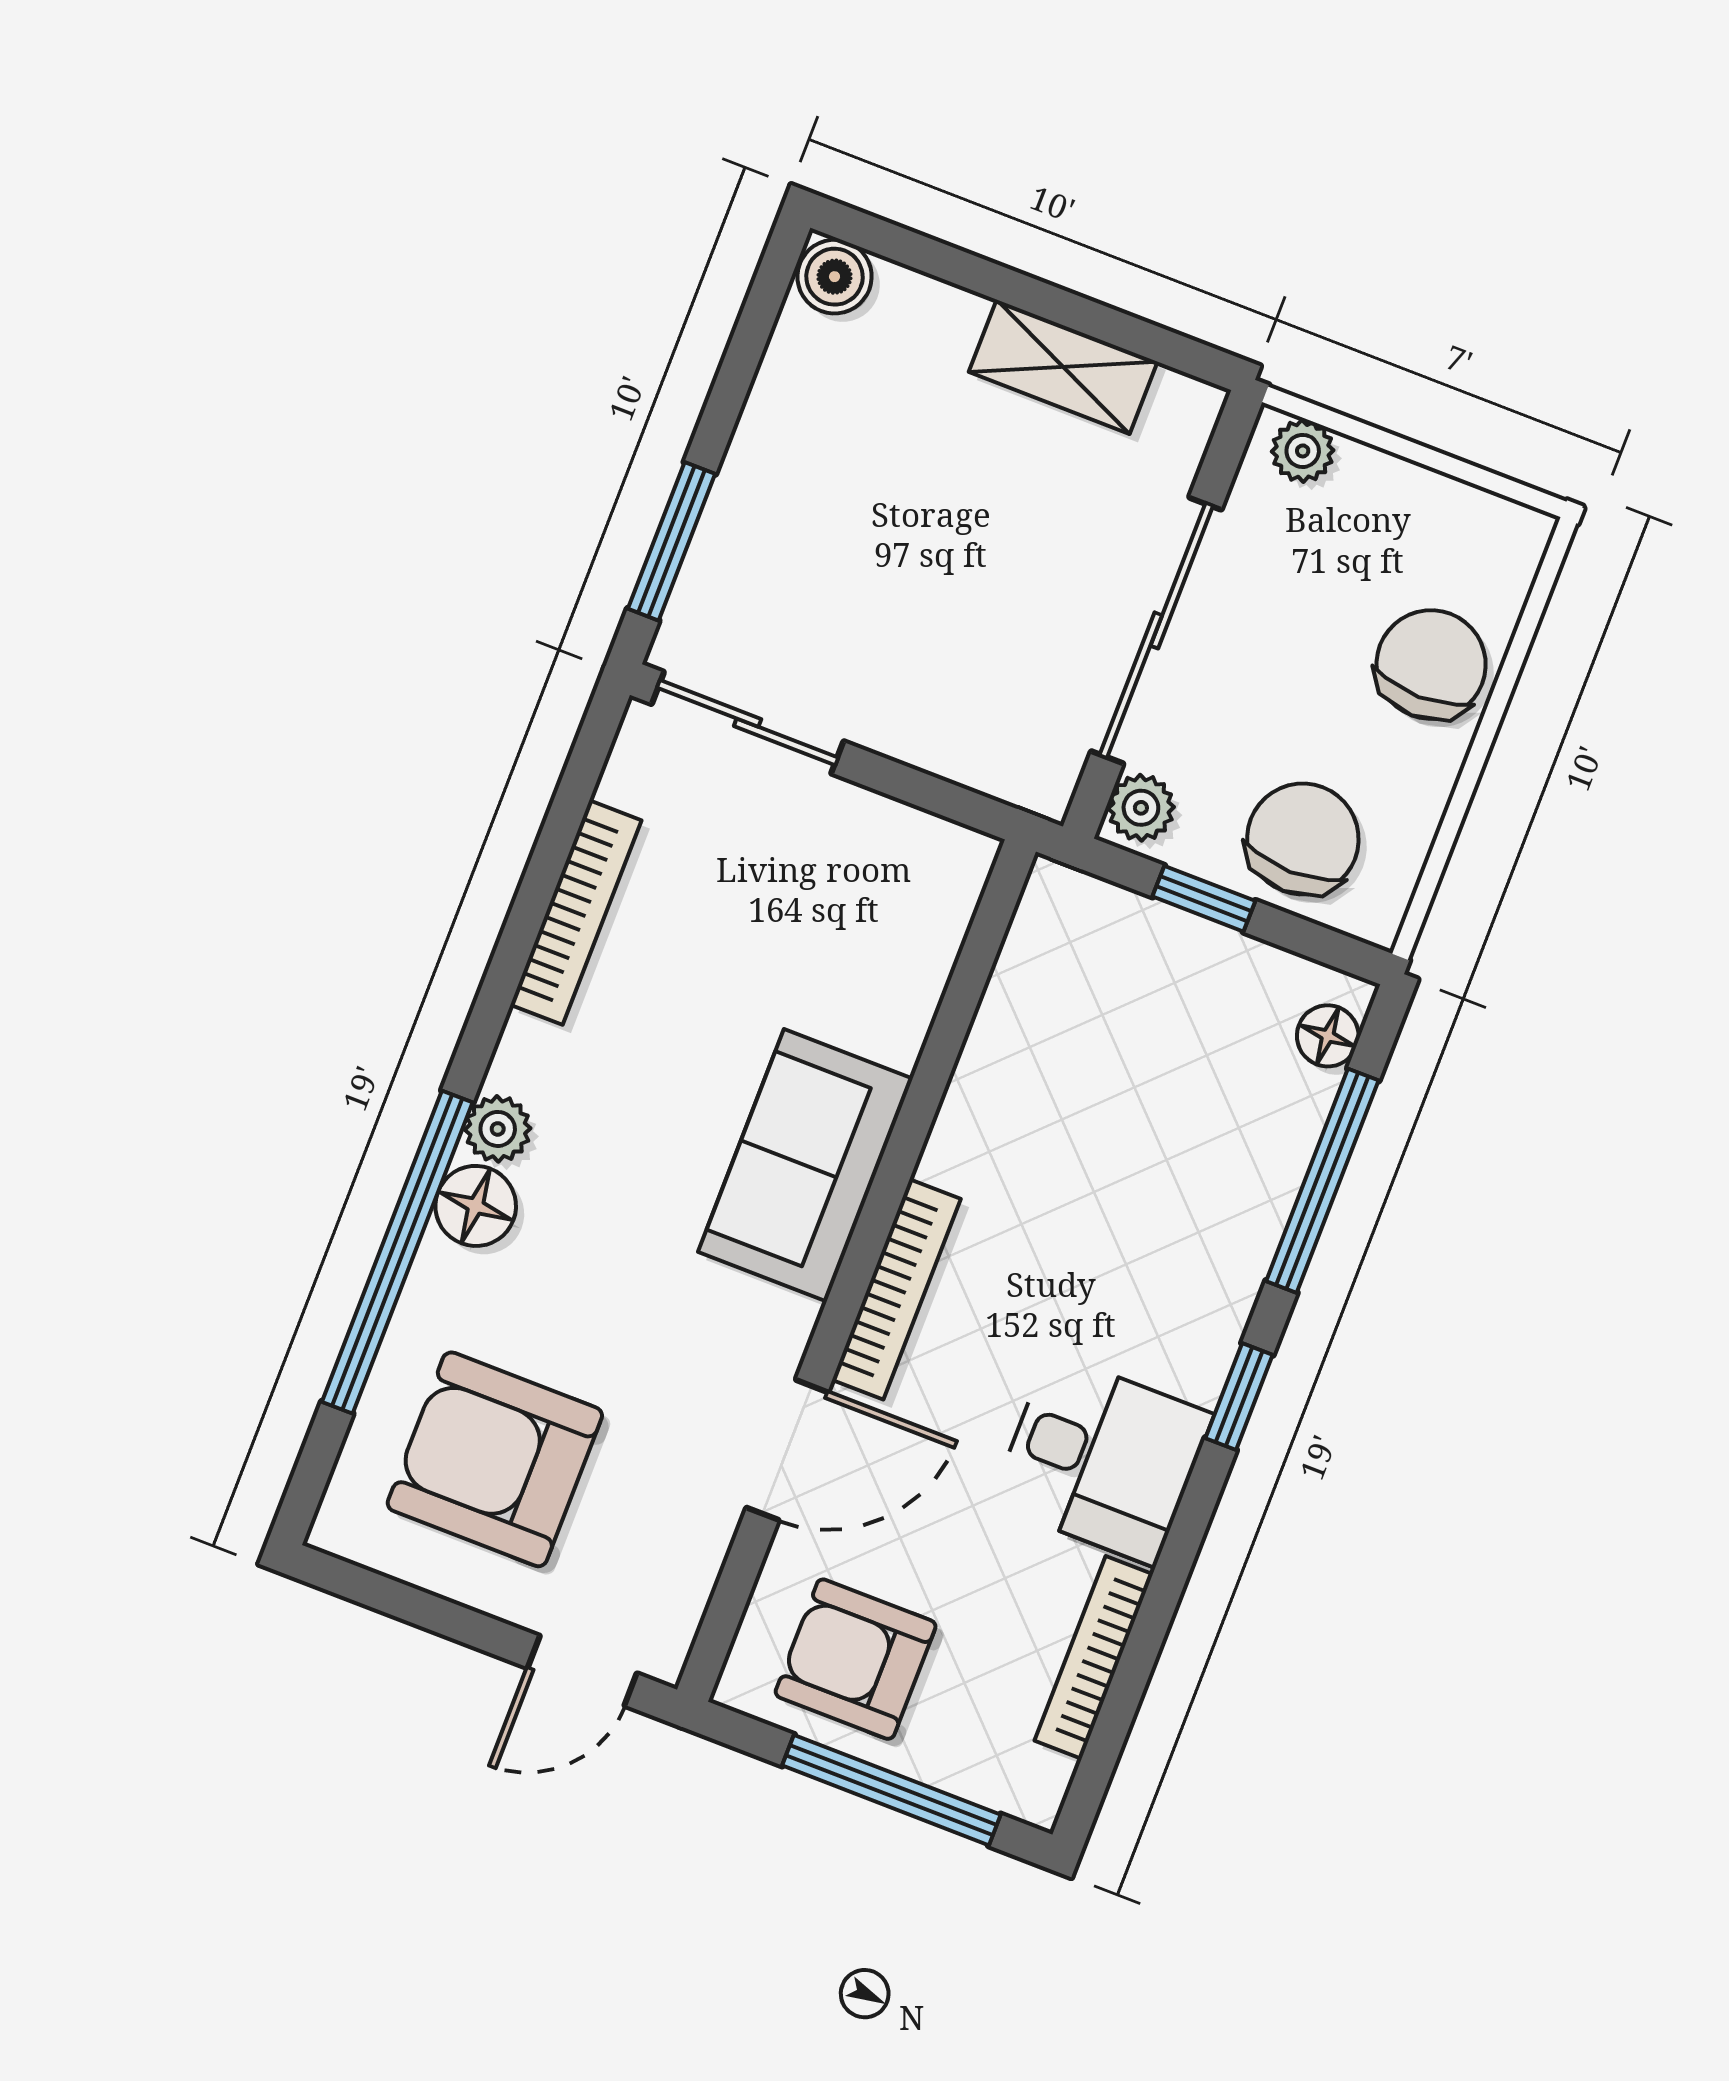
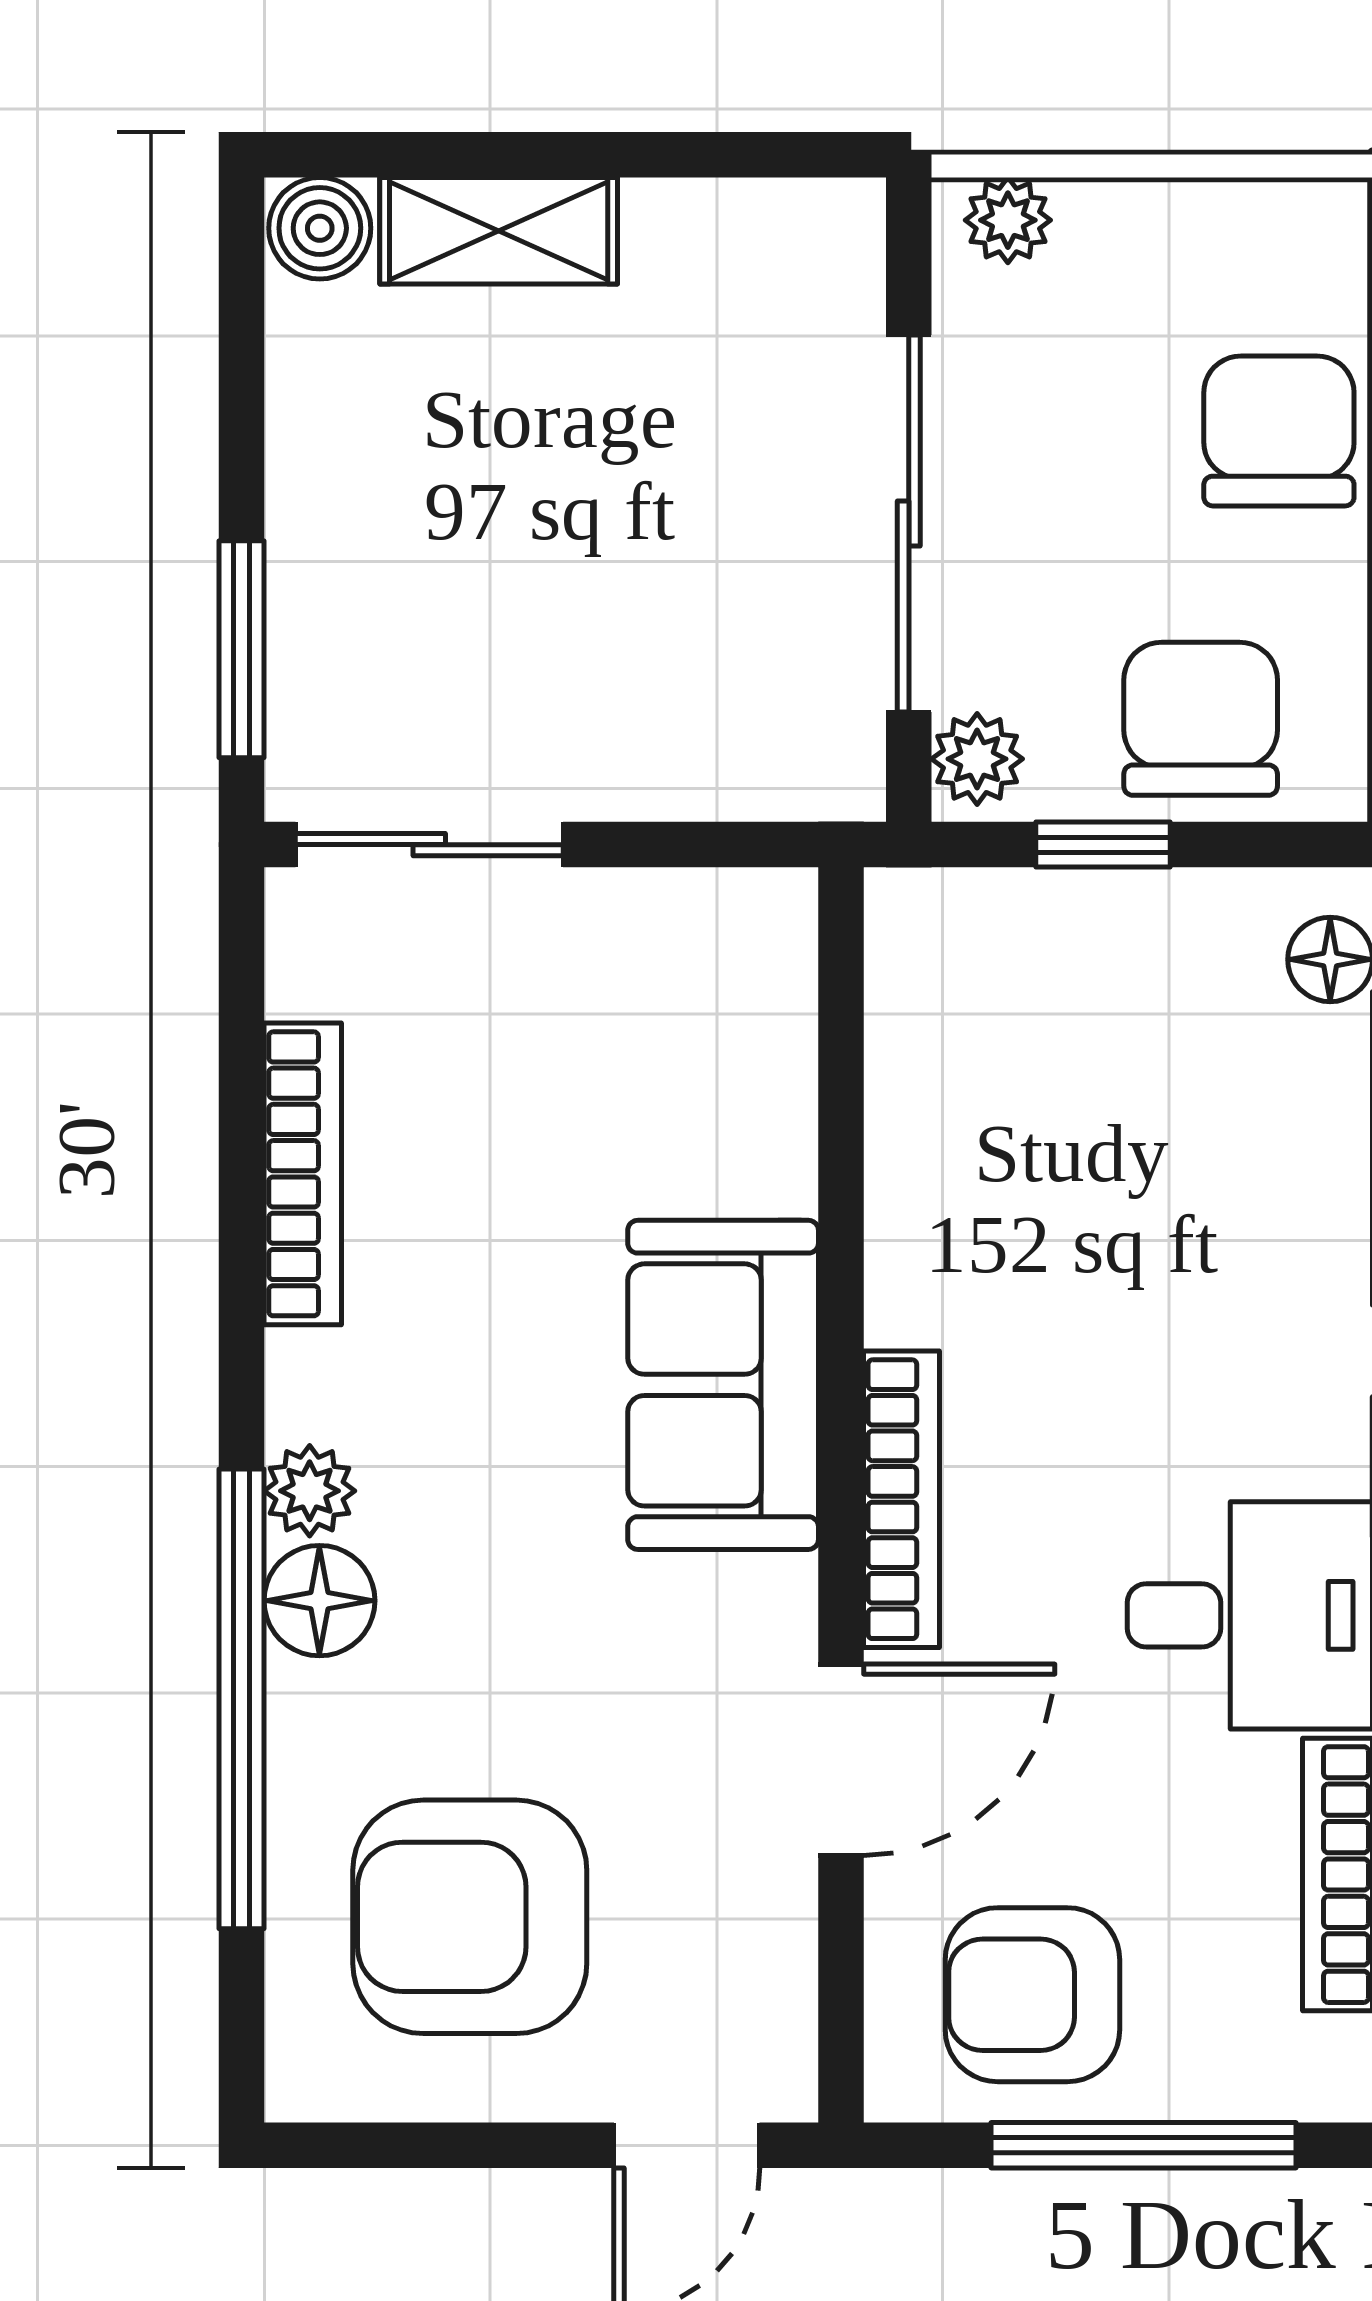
shelving: (1063, 367) -> (499, 231), moved

